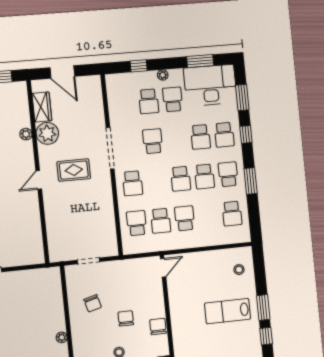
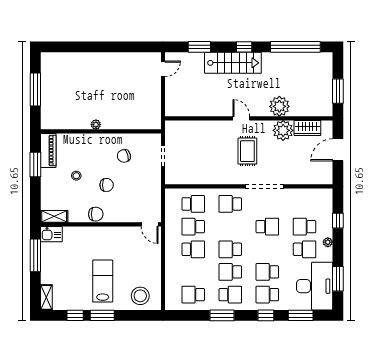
plant: (26, 134) -> (279, 106), width x1.88, depth x1.88
stool: (239, 270) -> (140, 296), width x1.89, depth x1.89

